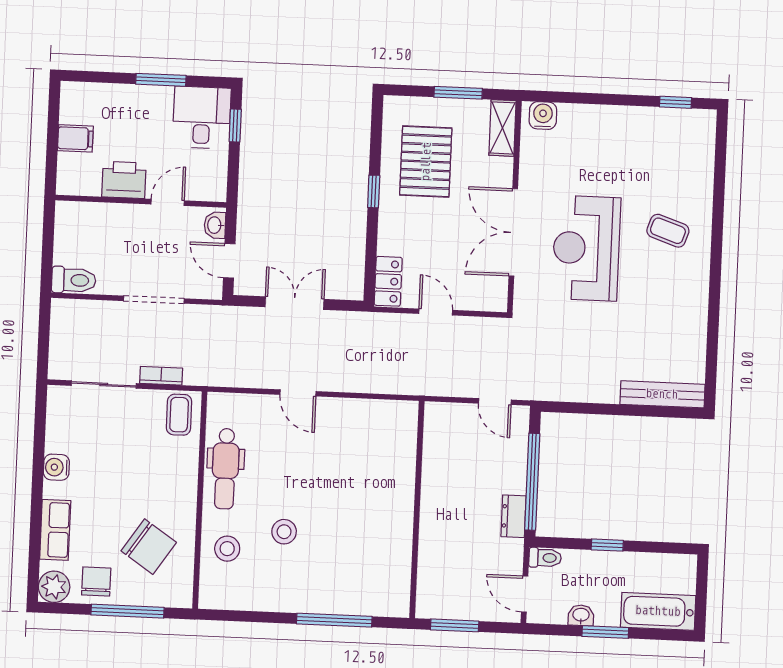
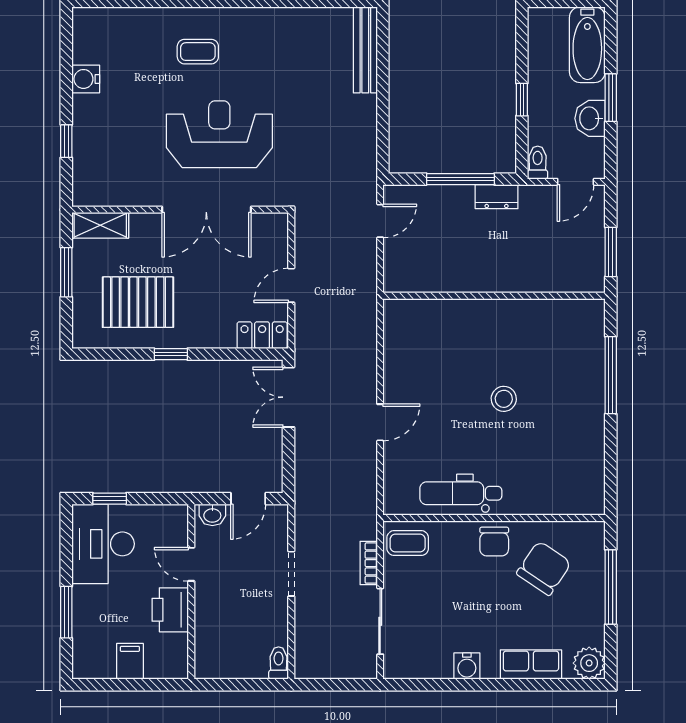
window: (161, 80) -> (66, 612), moved
window: (676, 102) -> (66, 141), moved
water cooler: (543, 116) -> (86, 79), moved
desk: (202, 118) -> (103, 544), width x1.37
coffee table: (668, 231) -> (198, 52), turned 71
reception desk: (586, 248) -> (219, 134), turned 180
toilet: (74, 280) -> (279, 663), width x0.73, depth x0.72
doorway: (154, 300) -> (291, 574), width x0.73
double door: (294, 303) -> (288, 397), moved
dental chair: (225, 469) -> (461, 493), turned 180
window: (532, 482) -> (460, 179), width x0.68
stool: (284, 532) -> (504, 399), moved
stool: (227, 549) -> (542, 488), removed
chair: (96, 582) -> (494, 542), moved, turned -90
washbasin: (581, 615) -> (590, 118), width x1.38, depth x1.45

